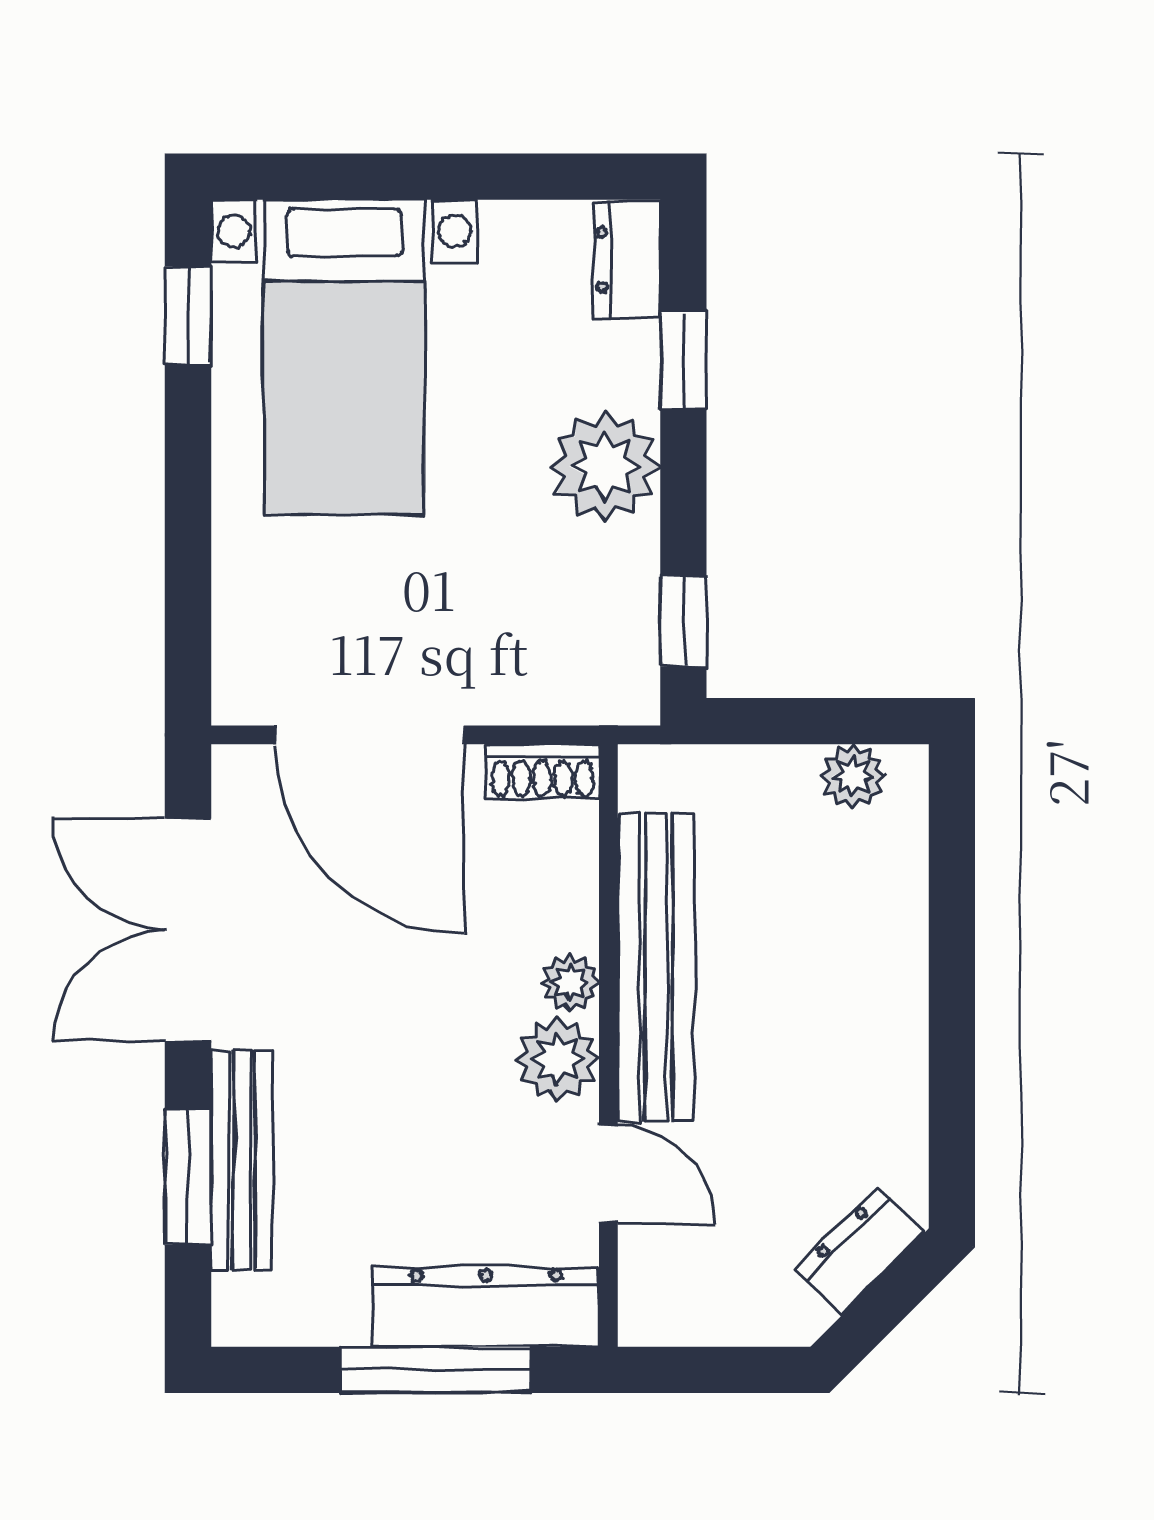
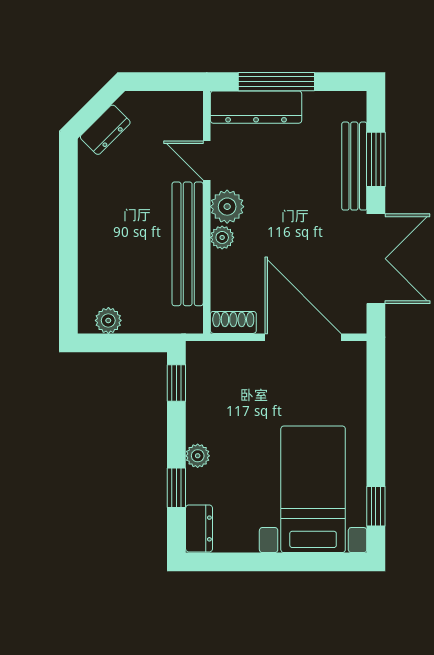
plant: (605, 466) -> (198, 456), width x0.53, depth x0.53

